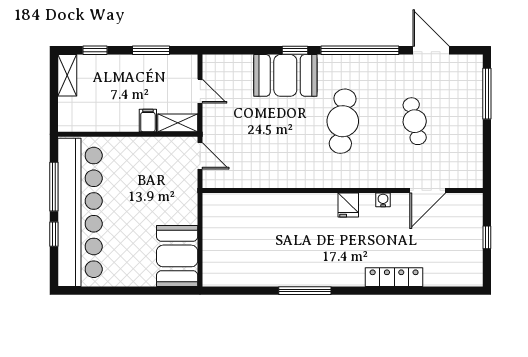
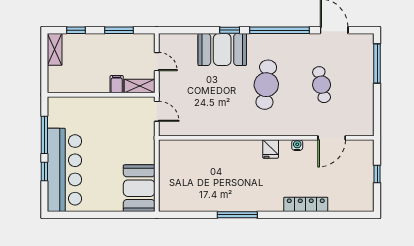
bar counter: (80, 212) -> (64, 170), width x0.73

